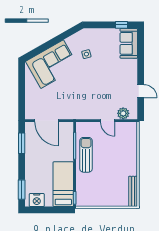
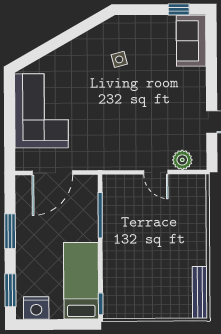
corner sofa: (52, 64) -> (41, 111), moved, turned -60
door: (47, 121) -> (52, 173), hinge flipped
window: (22, 143) -> (10, 231), moved
sun lounger: (86, 155) -> (119, 231), removed

